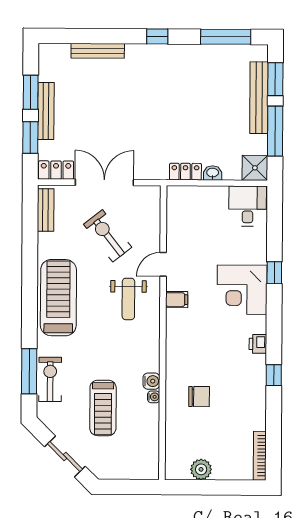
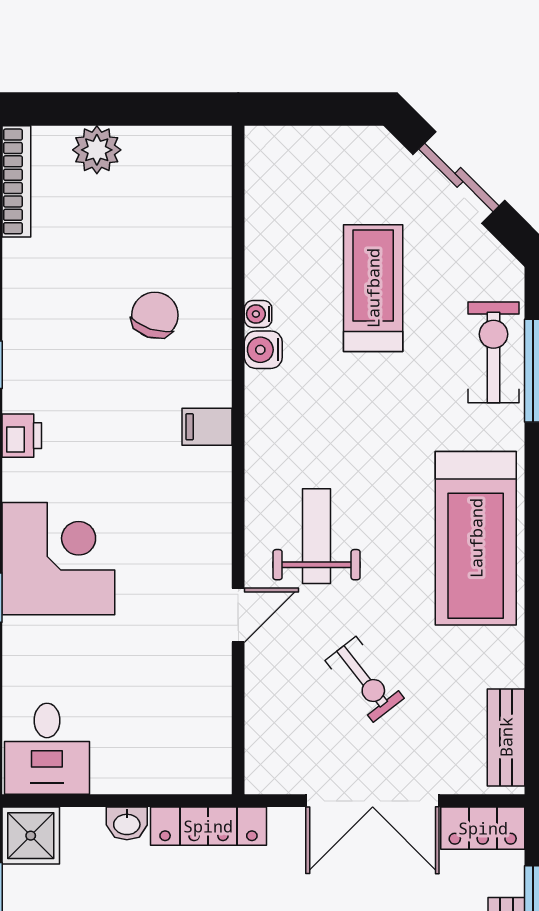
locker: (185, 172) -> (208, 826), width x1.53
exercise bike: (108, 236) -> (365, 679), width x0.73, depth x0.72
filing cabinet: (177, 300) -> (207, 427), moved
exercise bike: (50, 379) -> (493, 352), turned 180
chair: (199, 397) -> (155, 315), turned 108
plant: (201, 469) -> (97, 150), moved

